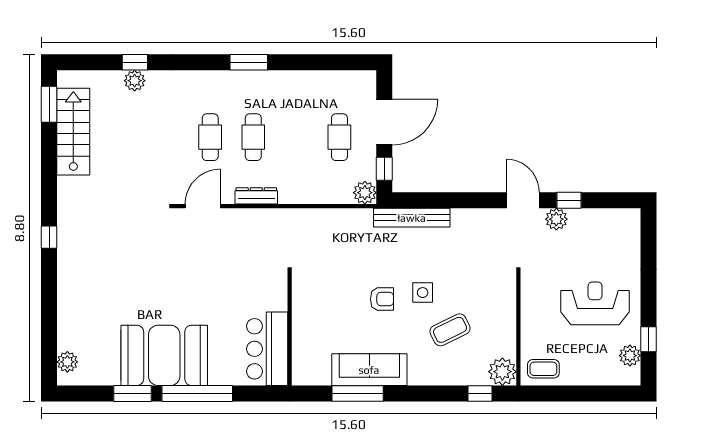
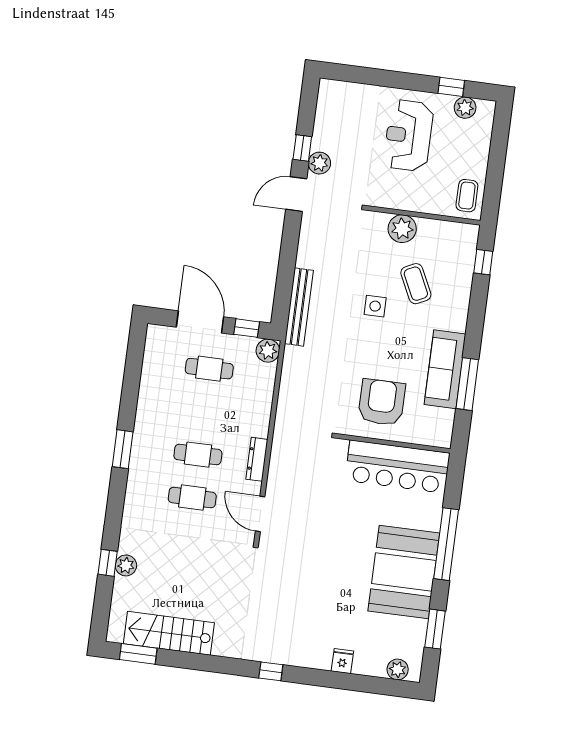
armchair: (382, 299) -> (382, 402), moved, width x1.88, depth x1.88
fridge: (68, 306) -> (342, 661), added
bar counter: (267, 349) -> (397, 467), width x1.36
plant: (502, 372) -> (402, 229), moved
window: (133, 394) -> (435, 629), moved

